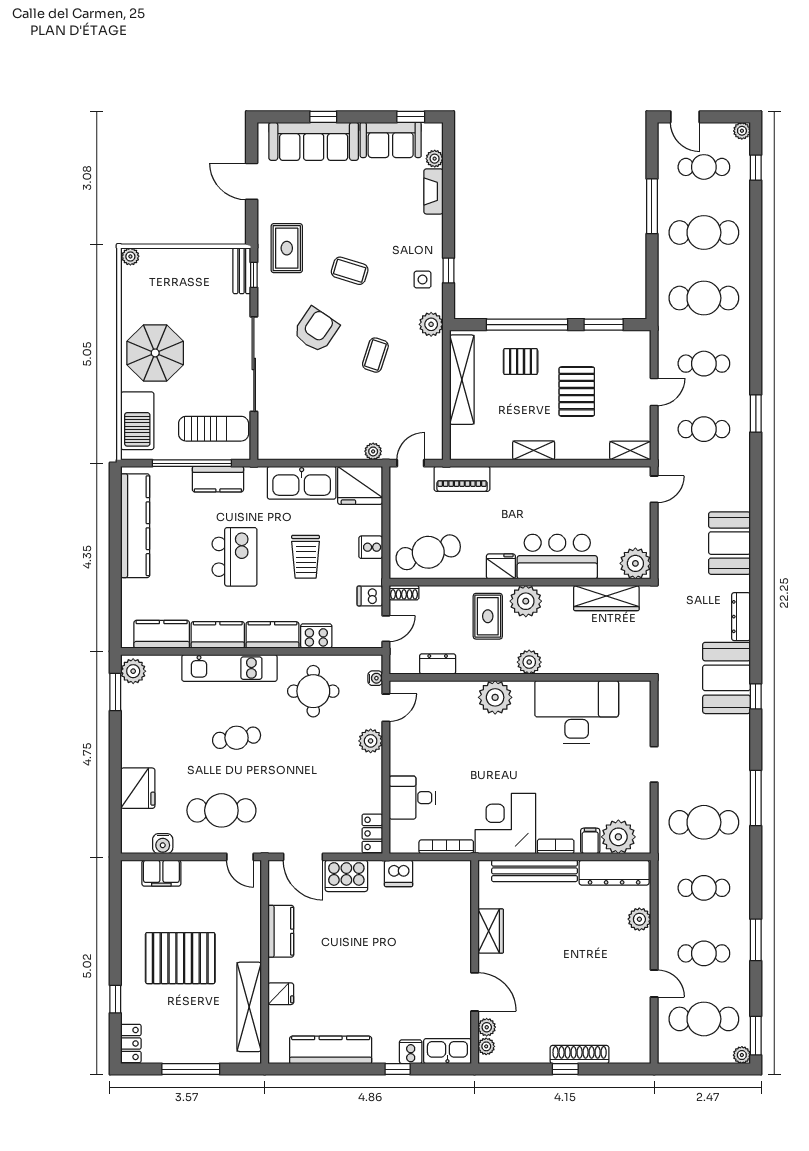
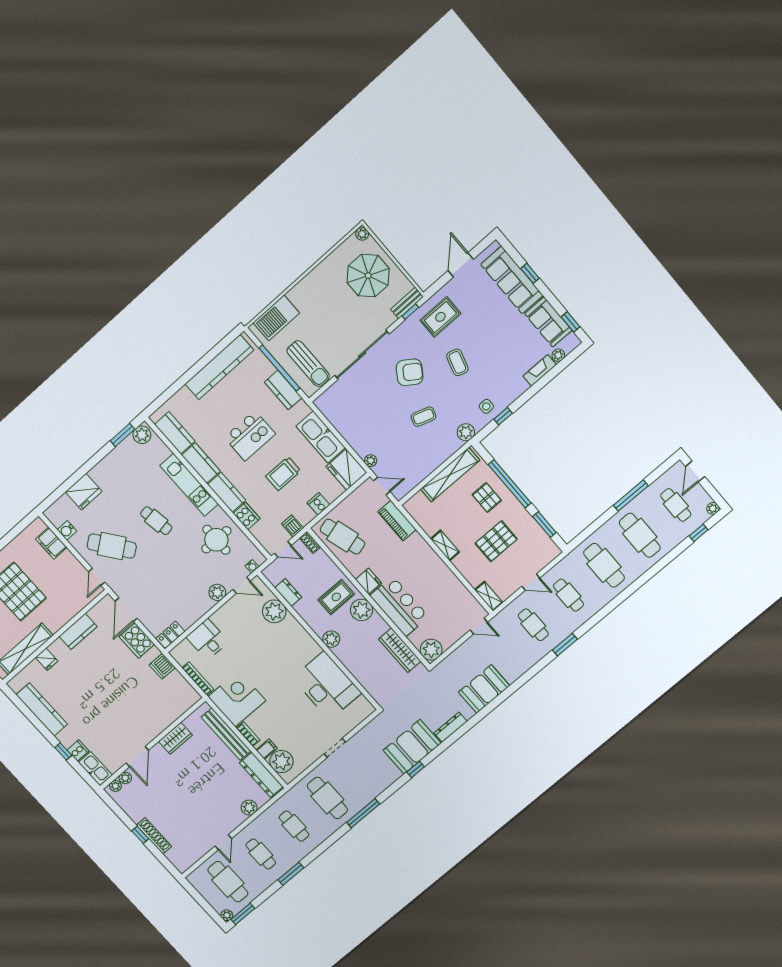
parasol: (155, 353) -> (368, 276), moved
plant: (495, 697) -> (274, 611), moved
cafe table: (221, 810) -> (112, 546), turned -37

